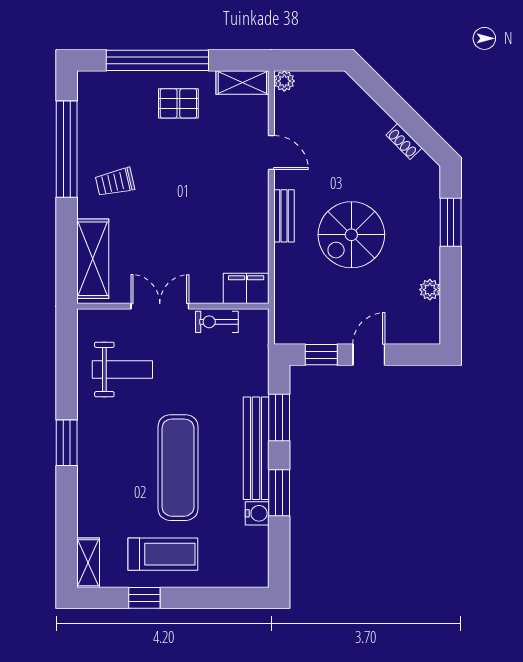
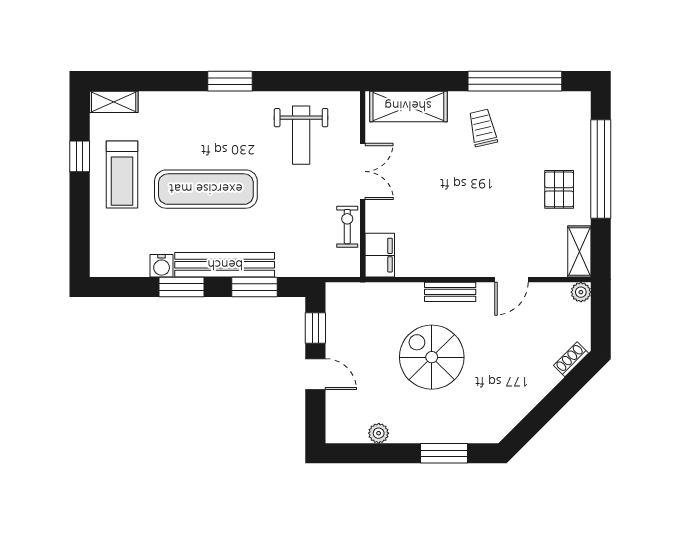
shoe rack: (404, 142) -> (571, 359), moved

